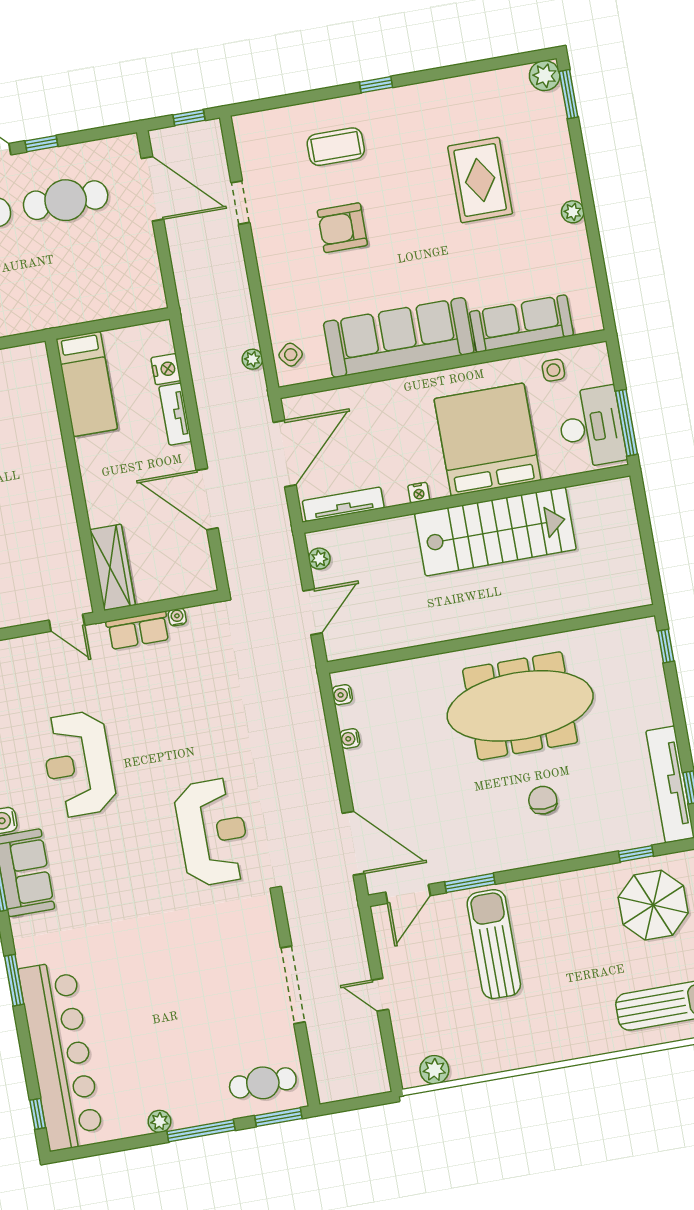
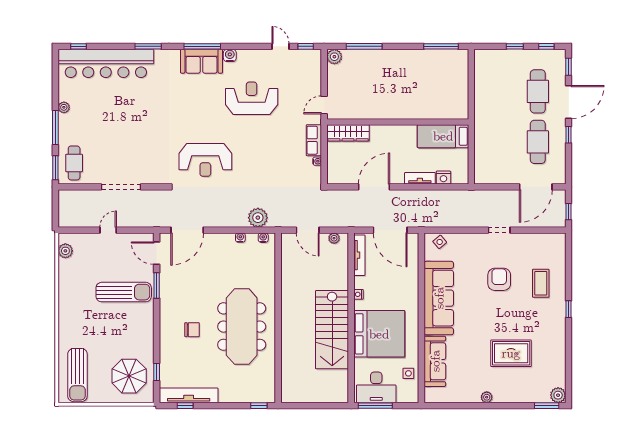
doorway: (240, 203) -> (499, 230), moved
plant: (252, 359) -> (258, 218), moved, width x1.87, depth x1.87

